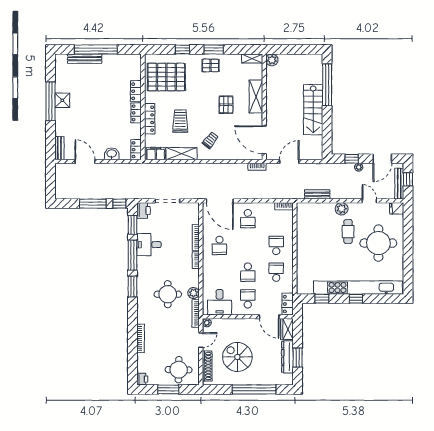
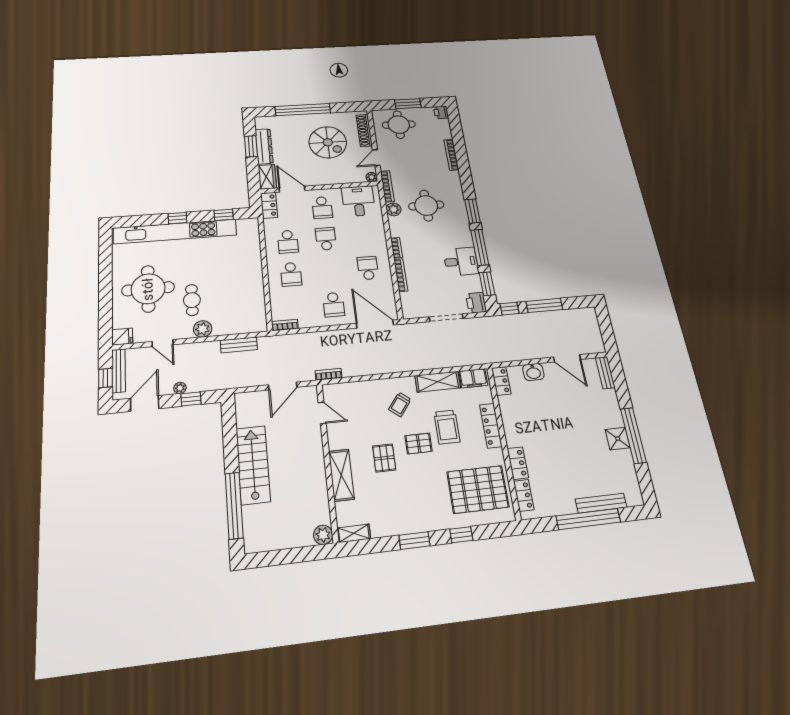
pallet: (211, 65) -> (418, 444), moved
locker: (136, 113) -> (524, 495), moved
door: (264, 140) -> (322, 413), width x0.53
school desk: (248, 219) -> (334, 305), turned 180

